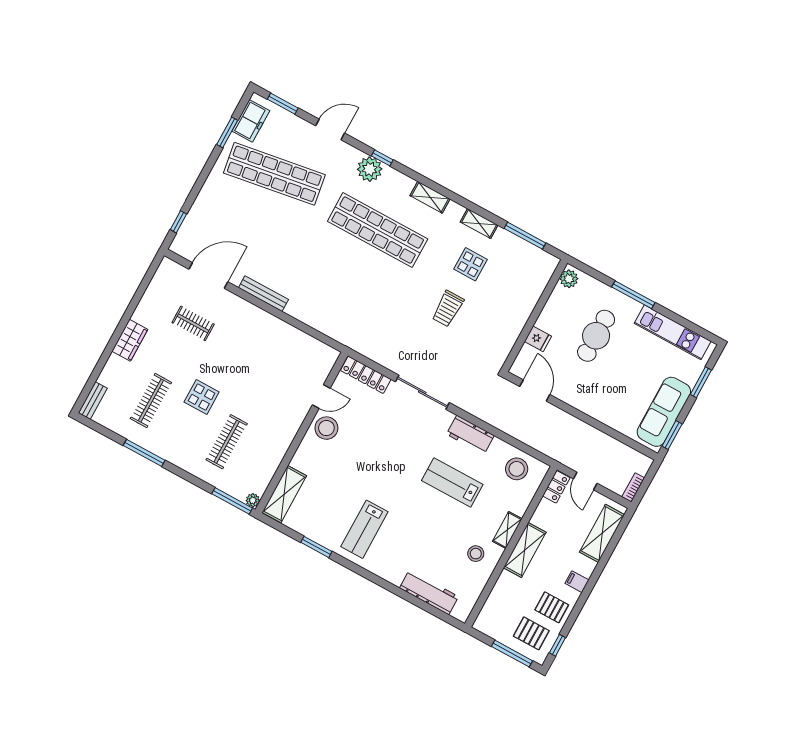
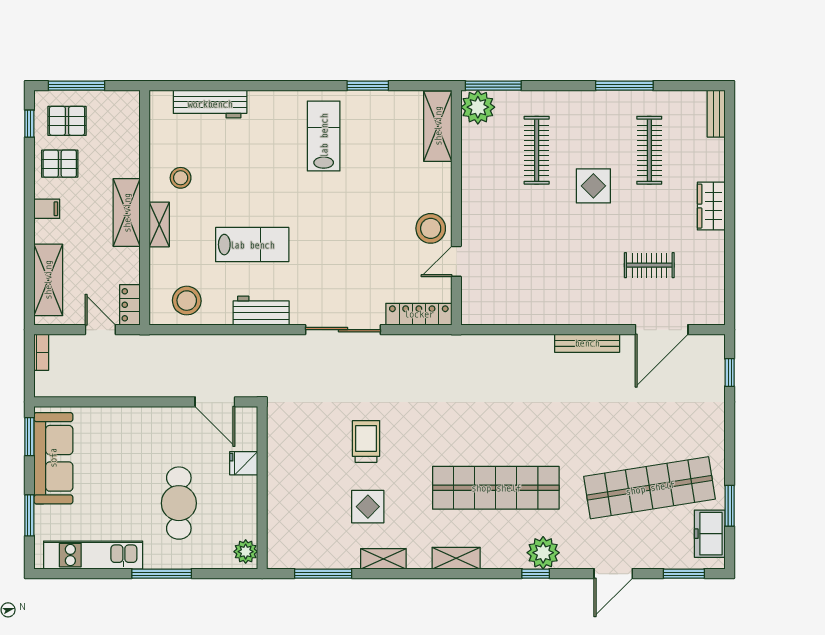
plant: (253, 500) -> (478, 107), width x1.88, depth x1.88

